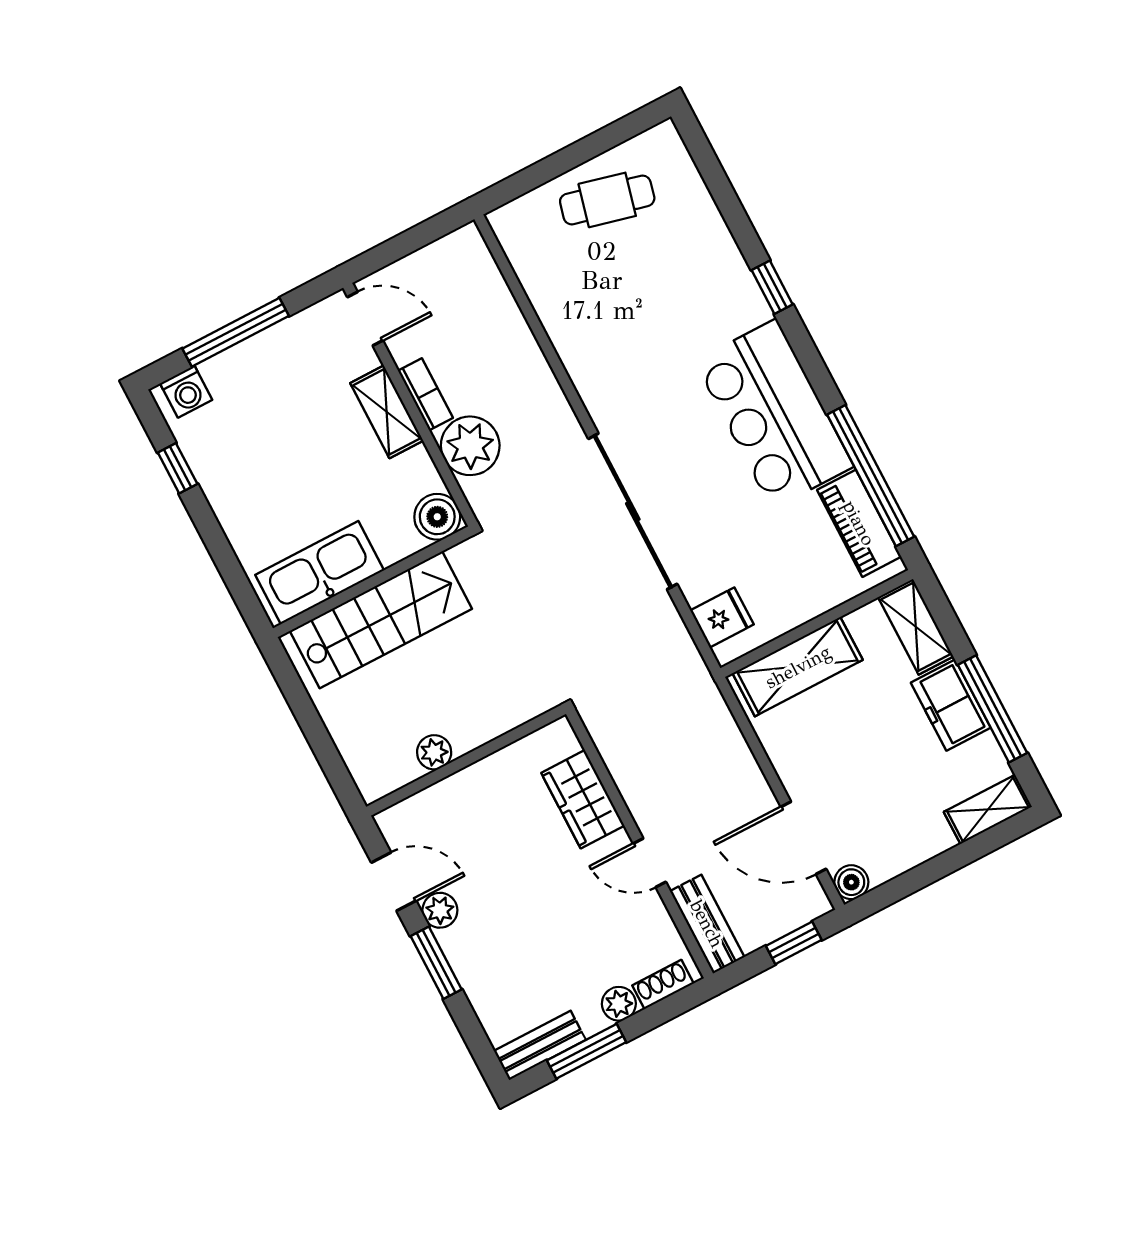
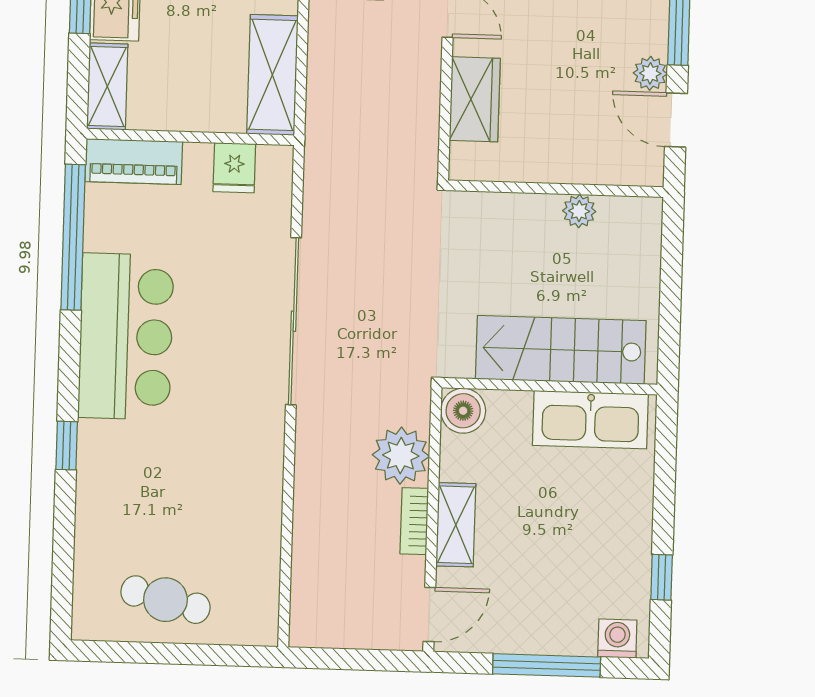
door: (365, 319) -> (429, 615), swing flipped
piano: (859, 523) -> (134, 162), moved, turned 90
fridge: (722, 617) -> (234, 168), moved, turned -90
shelving: (798, 667) -> (272, 75), moved, turned 90

